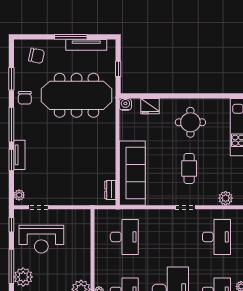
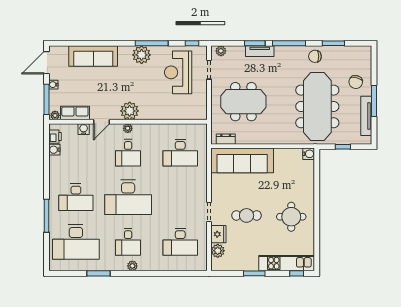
chair: (36, 56) -> (356, 82), moved
fridge: (150, 106) -> (218, 234), moved, turned 180
meeting table: (72, 172) -> (243, 102), added

